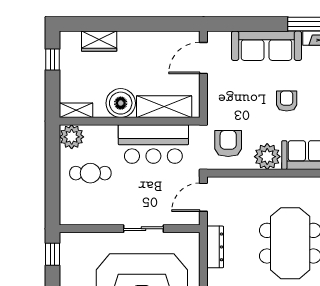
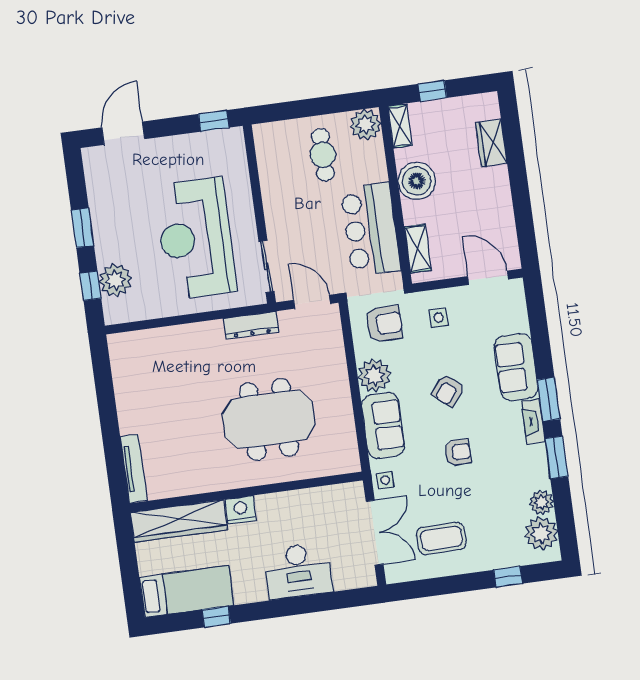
sofa: (266, 46) -> (516, 367), width x0.73
window: (52, 59) -> (432, 91), moved
side table: (229, 101) -> (439, 318), added
armchair: (287, 101) -> (448, 390), turned 129
shelving: (164, 107) -> (418, 248), width x0.67, depth x0.75
sliding door: (143, 229) -> (267, 266), moved

